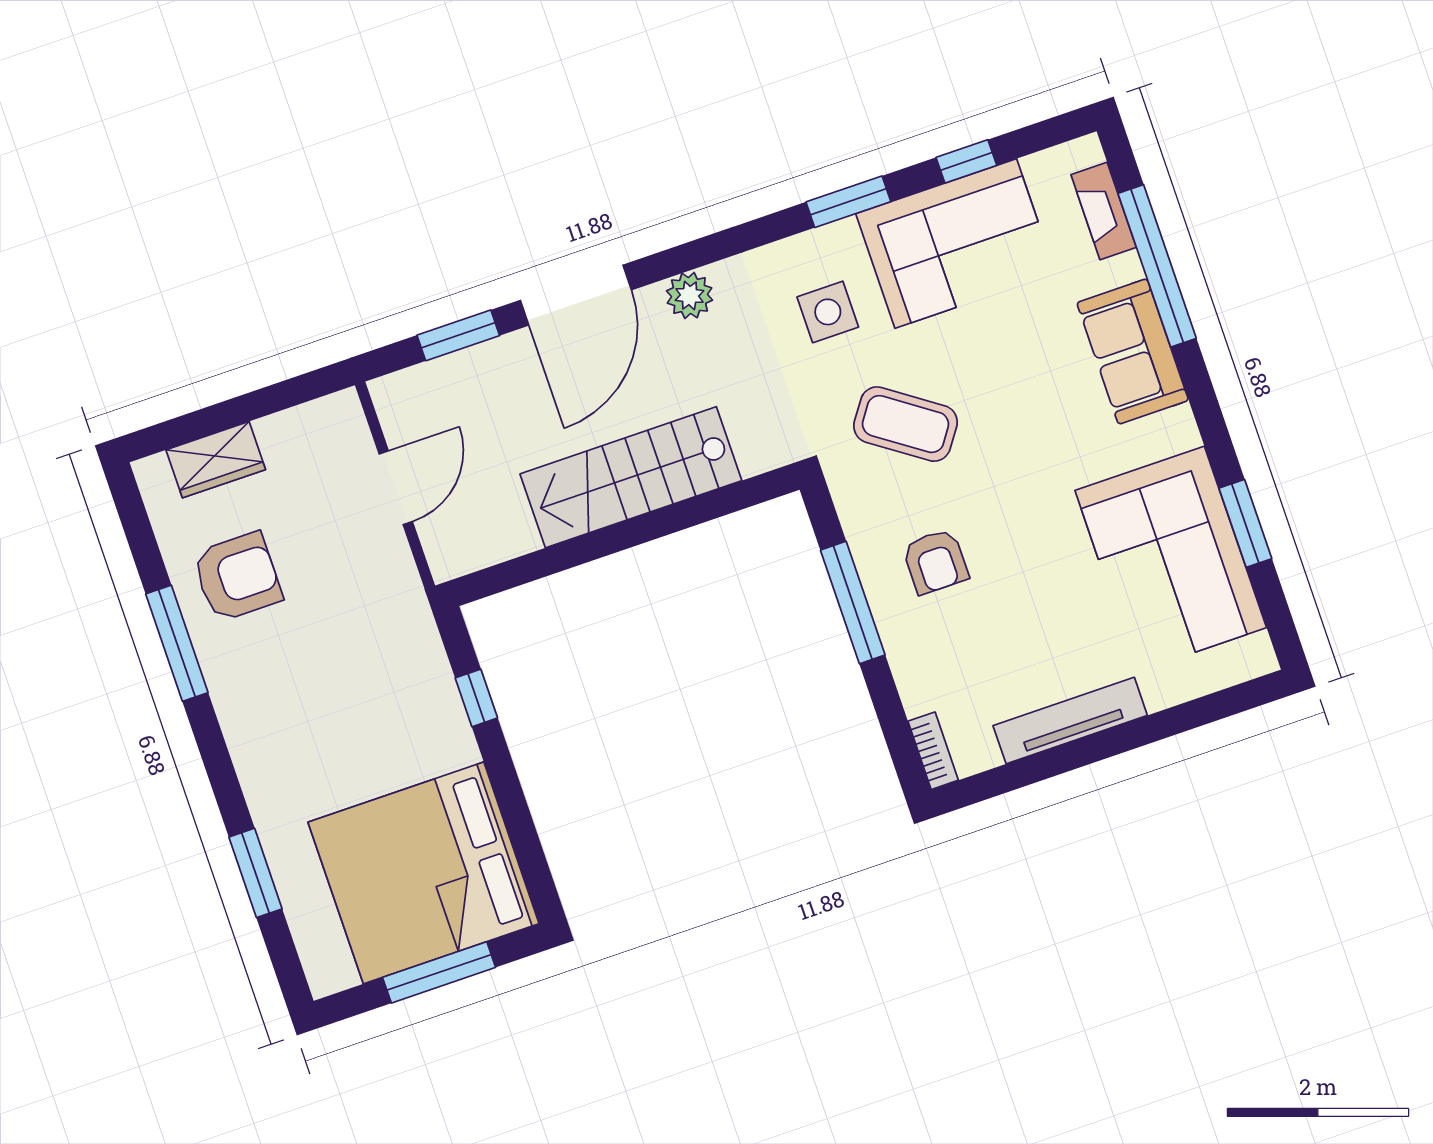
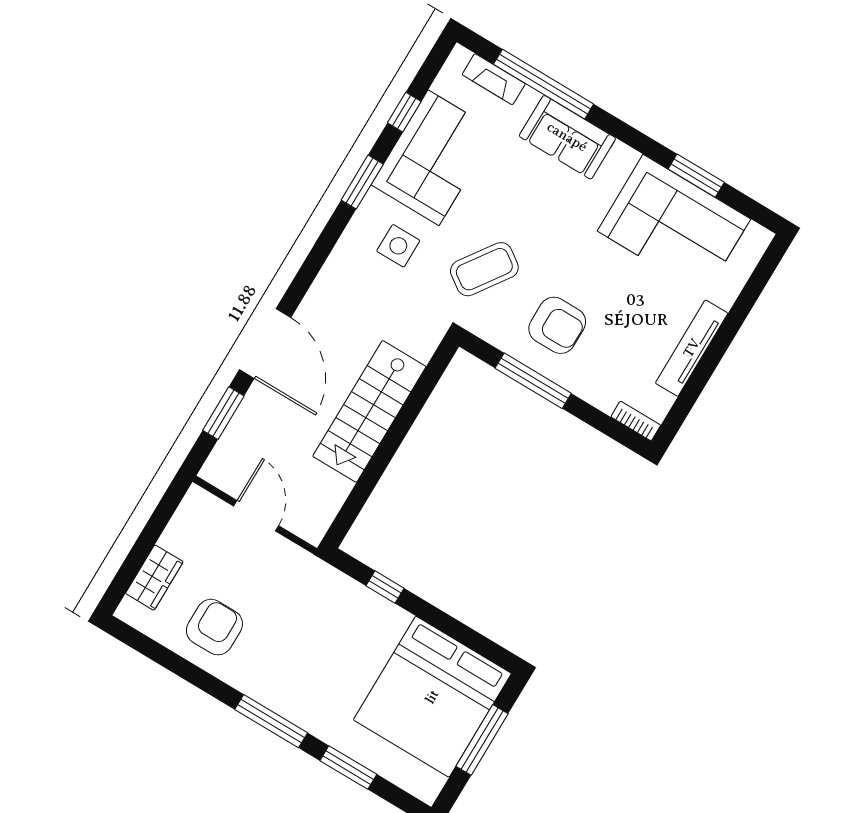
plant: (690, 295) -> (322, 296), removed
armchair: (935, 561) -> (557, 325), width x1.38, depth x1.38
window: (177, 643) -> (271, 721), moved

